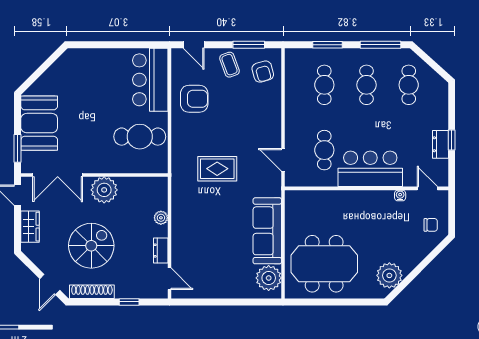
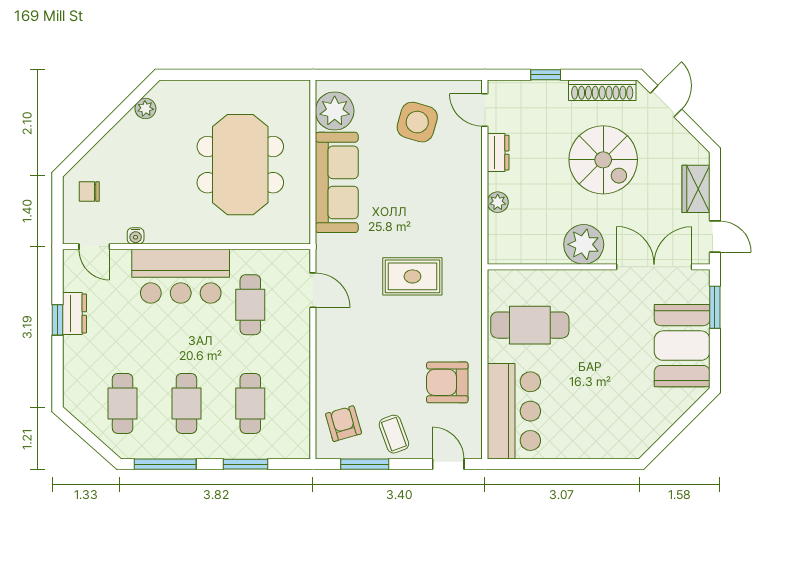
spiral stairs: (91, 246) -> (603, 160), turned -90
meeting table: (324, 264) -> (240, 165), moved, turned 90
side table: (214, 271) -> (417, 122), added
plant: (389, 275) -> (145, 108), width x0.53, depth x0.53

